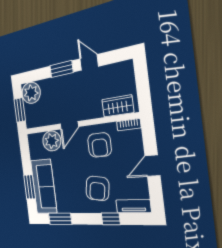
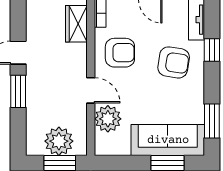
plant: (31, 93) -> (59, 141), moved

